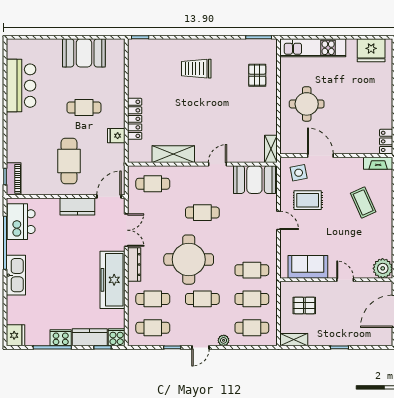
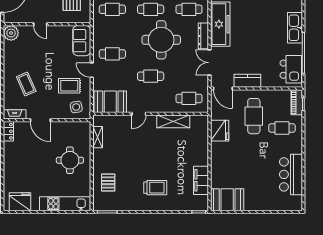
booth: (84, 53) -> (227, 200), moved
filing cabinet: (137, 78) -> (201, 180), added
cafe table: (84, 107) -> (282, 128), moved
locker: (135, 119) -> (203, 149), removed
fridge: (116, 136) -> (220, 131), width x1.88, depth x1.34
shelving: (271, 149) -> (98, 137), moved
door: (320, 156) -> (40, 120), moved
door: (109, 197) -> (223, 89), hinge flipped
sofa: (308, 267) -> (82, 41), moved, turned 90
cafe table: (252, 270) -> (112, 54), moved

